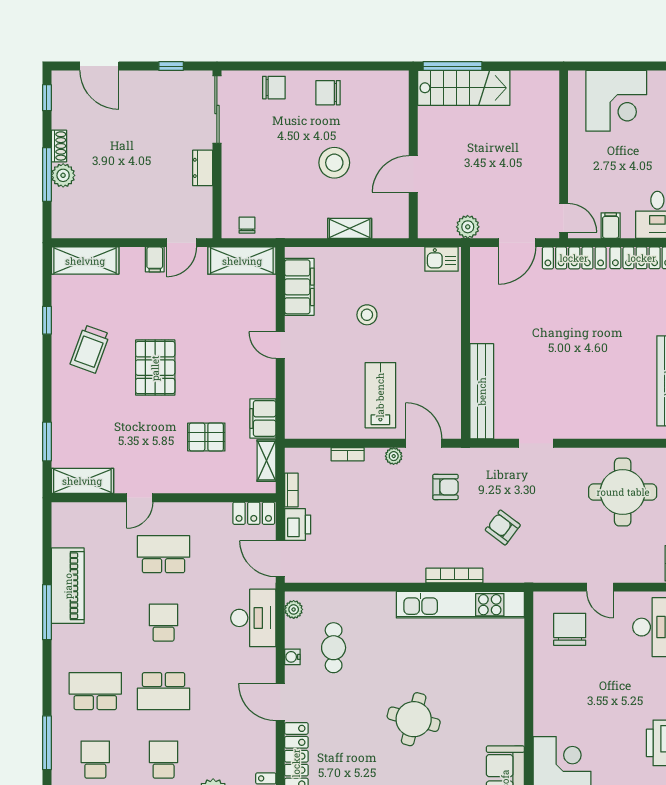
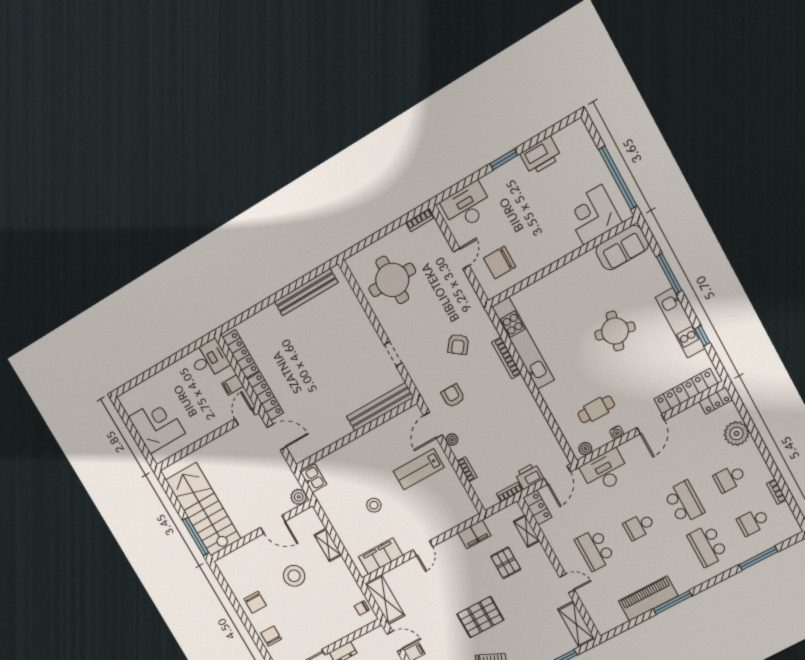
stairs: (464, 88) -> (203, 509), width x1.36, depth x1.51
plant: (468, 227) -> (299, 497), moved
shelving: (266, 461) -> (526, 531), moved, turned 90

